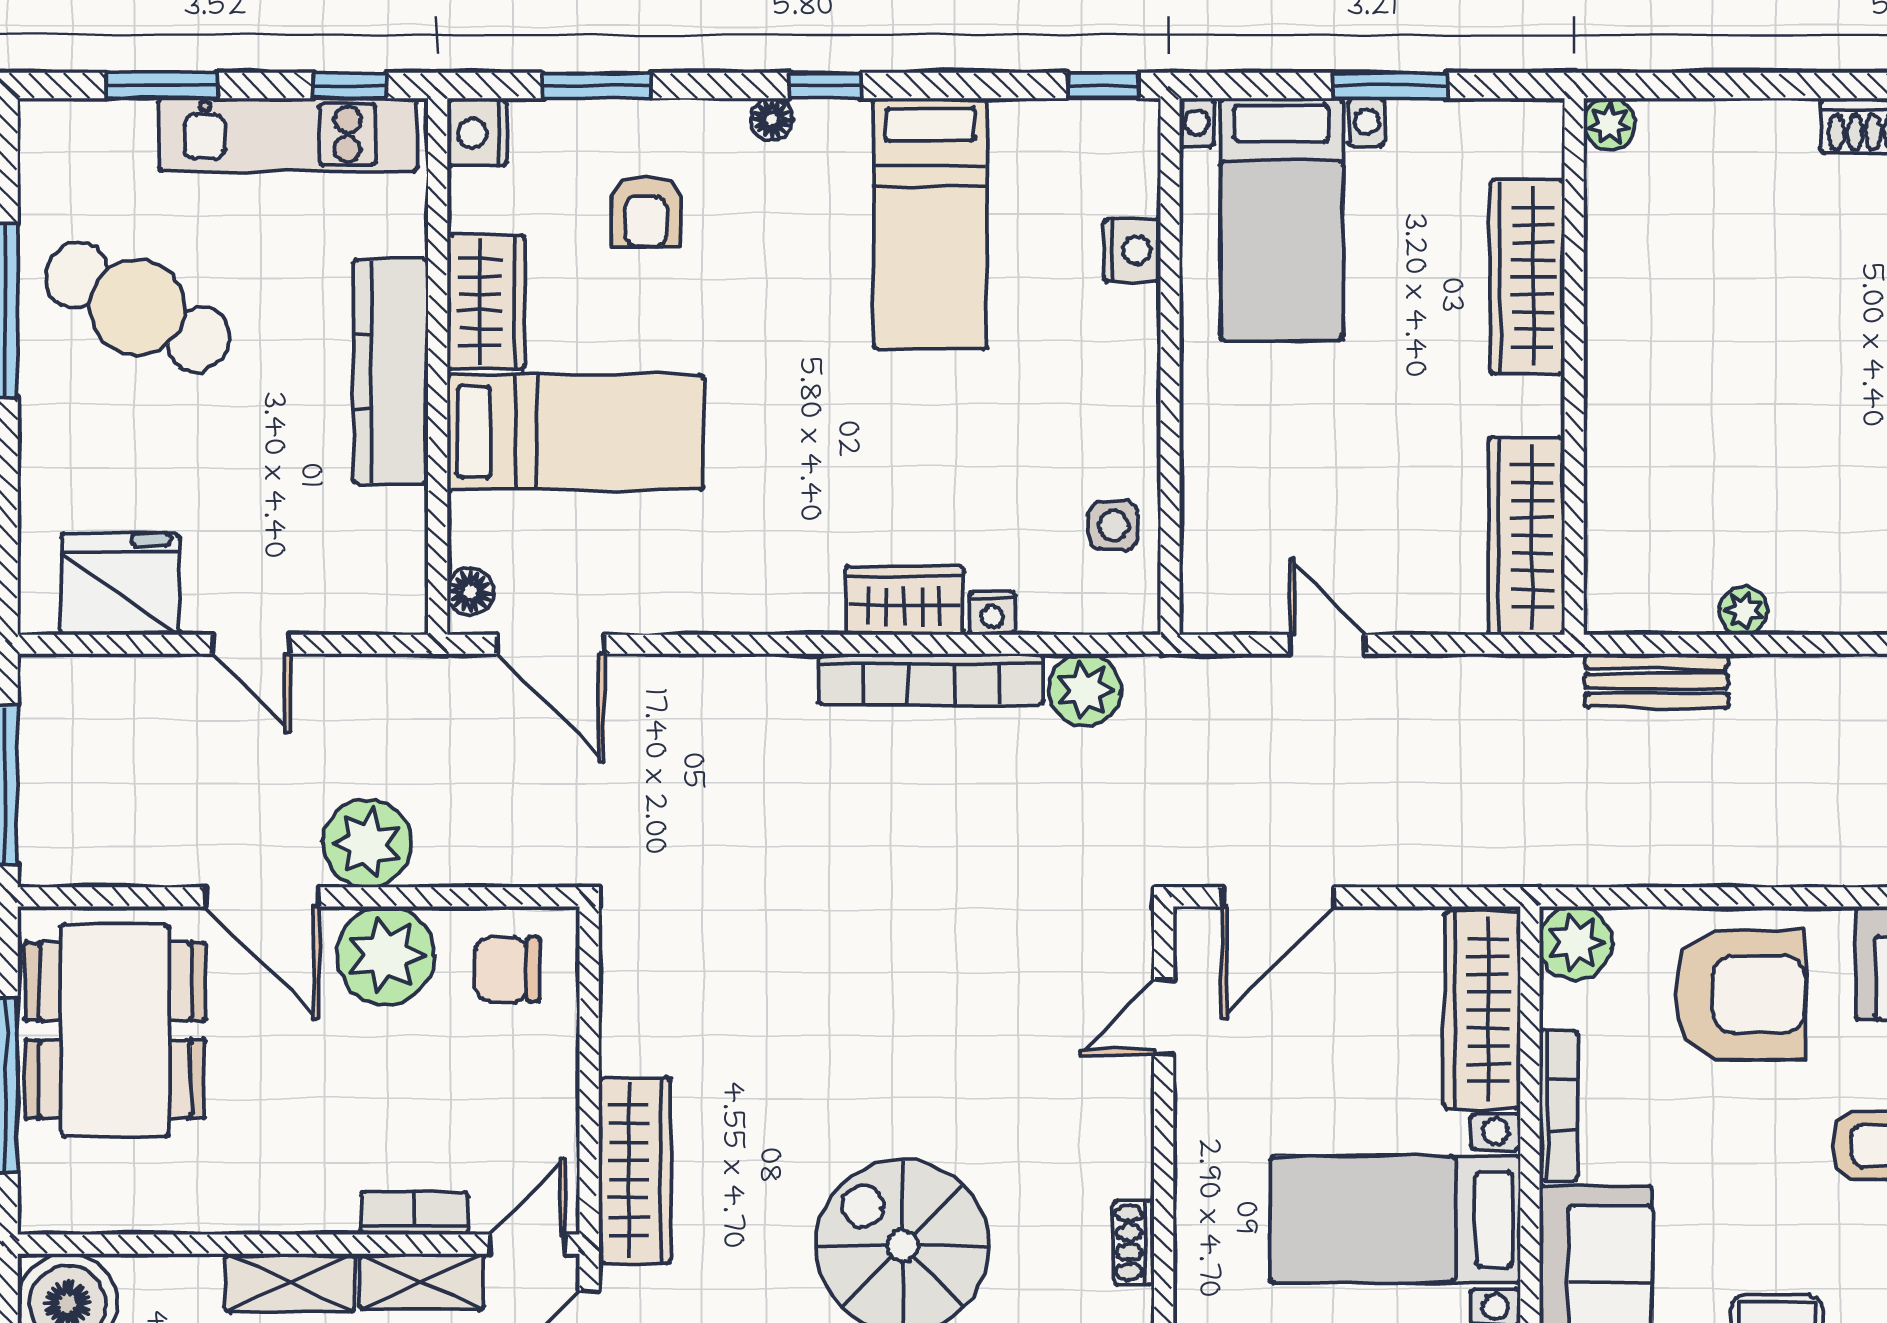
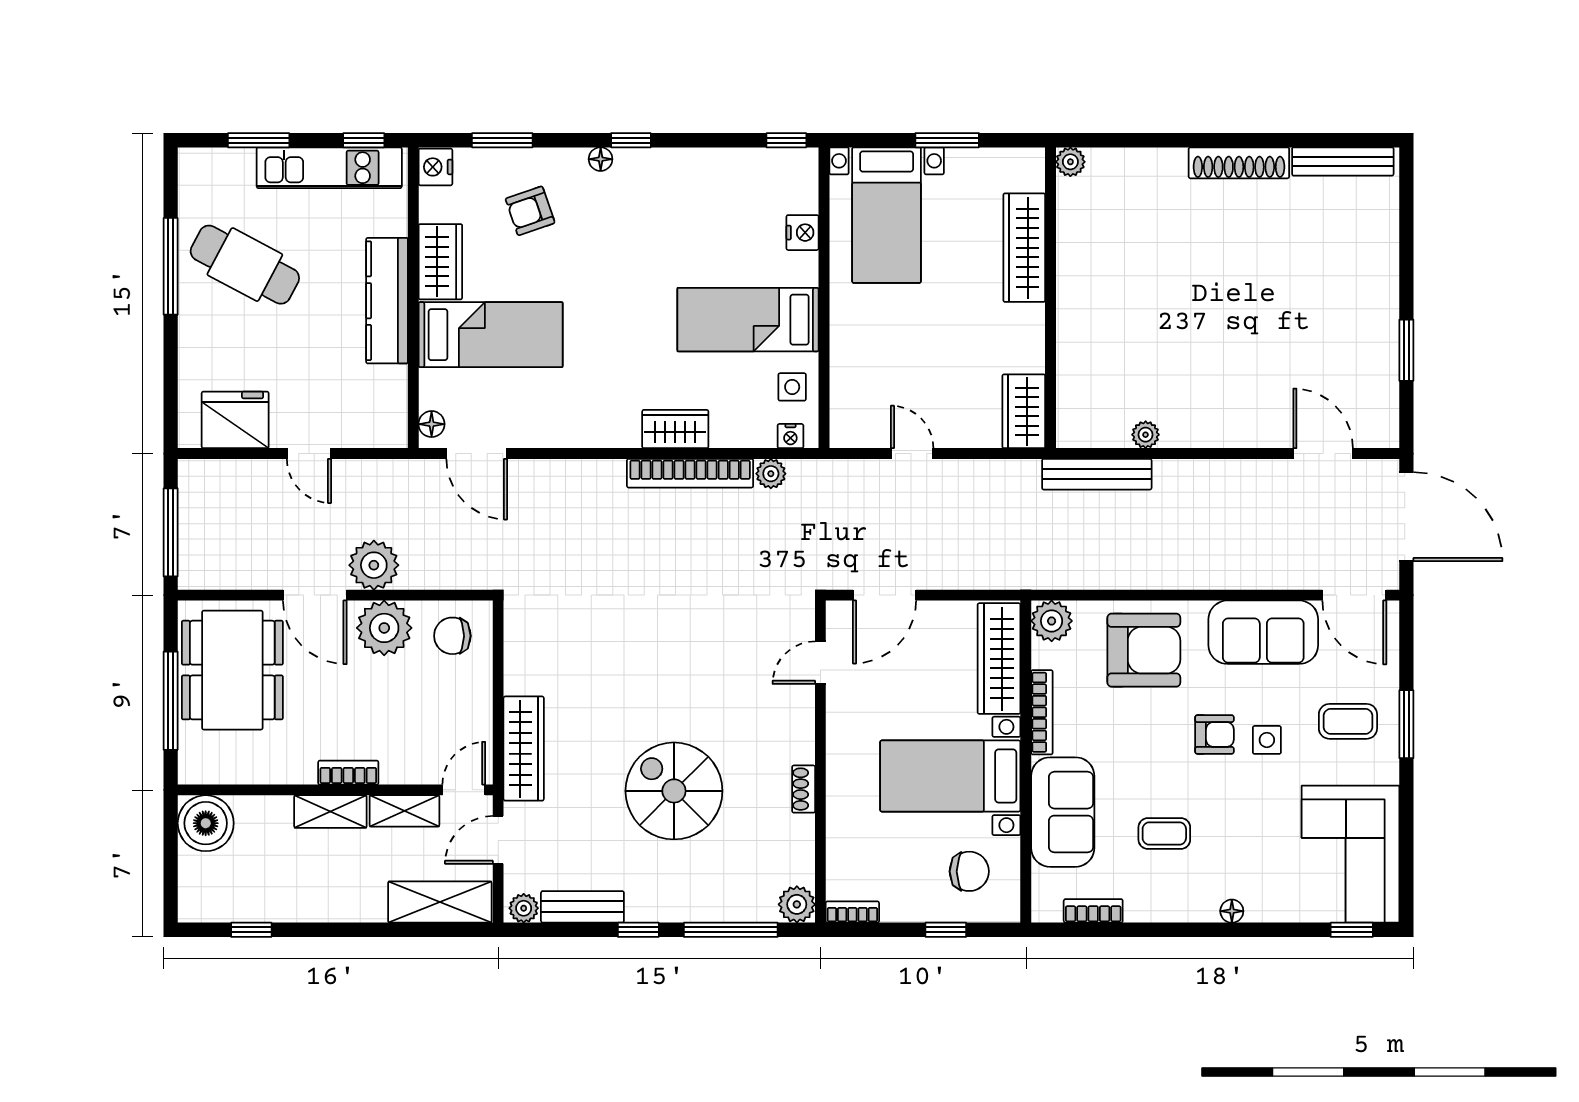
armchair: (646, 211) -> (530, 211), turned 71
bed: (930, 224) -> (748, 320), moved, turned 90
wardrobe: (1526, 536) -> (1024, 411), width x0.67
nightstand: (992, 613) -> (790, 436), moved
bench: (1657, 681) -> (1097, 474), width x1.36
plant: (1085, 690) -> (771, 474), width x0.73, depth x0.73
bookcase: (414, 1213) -> (348, 773), moved

